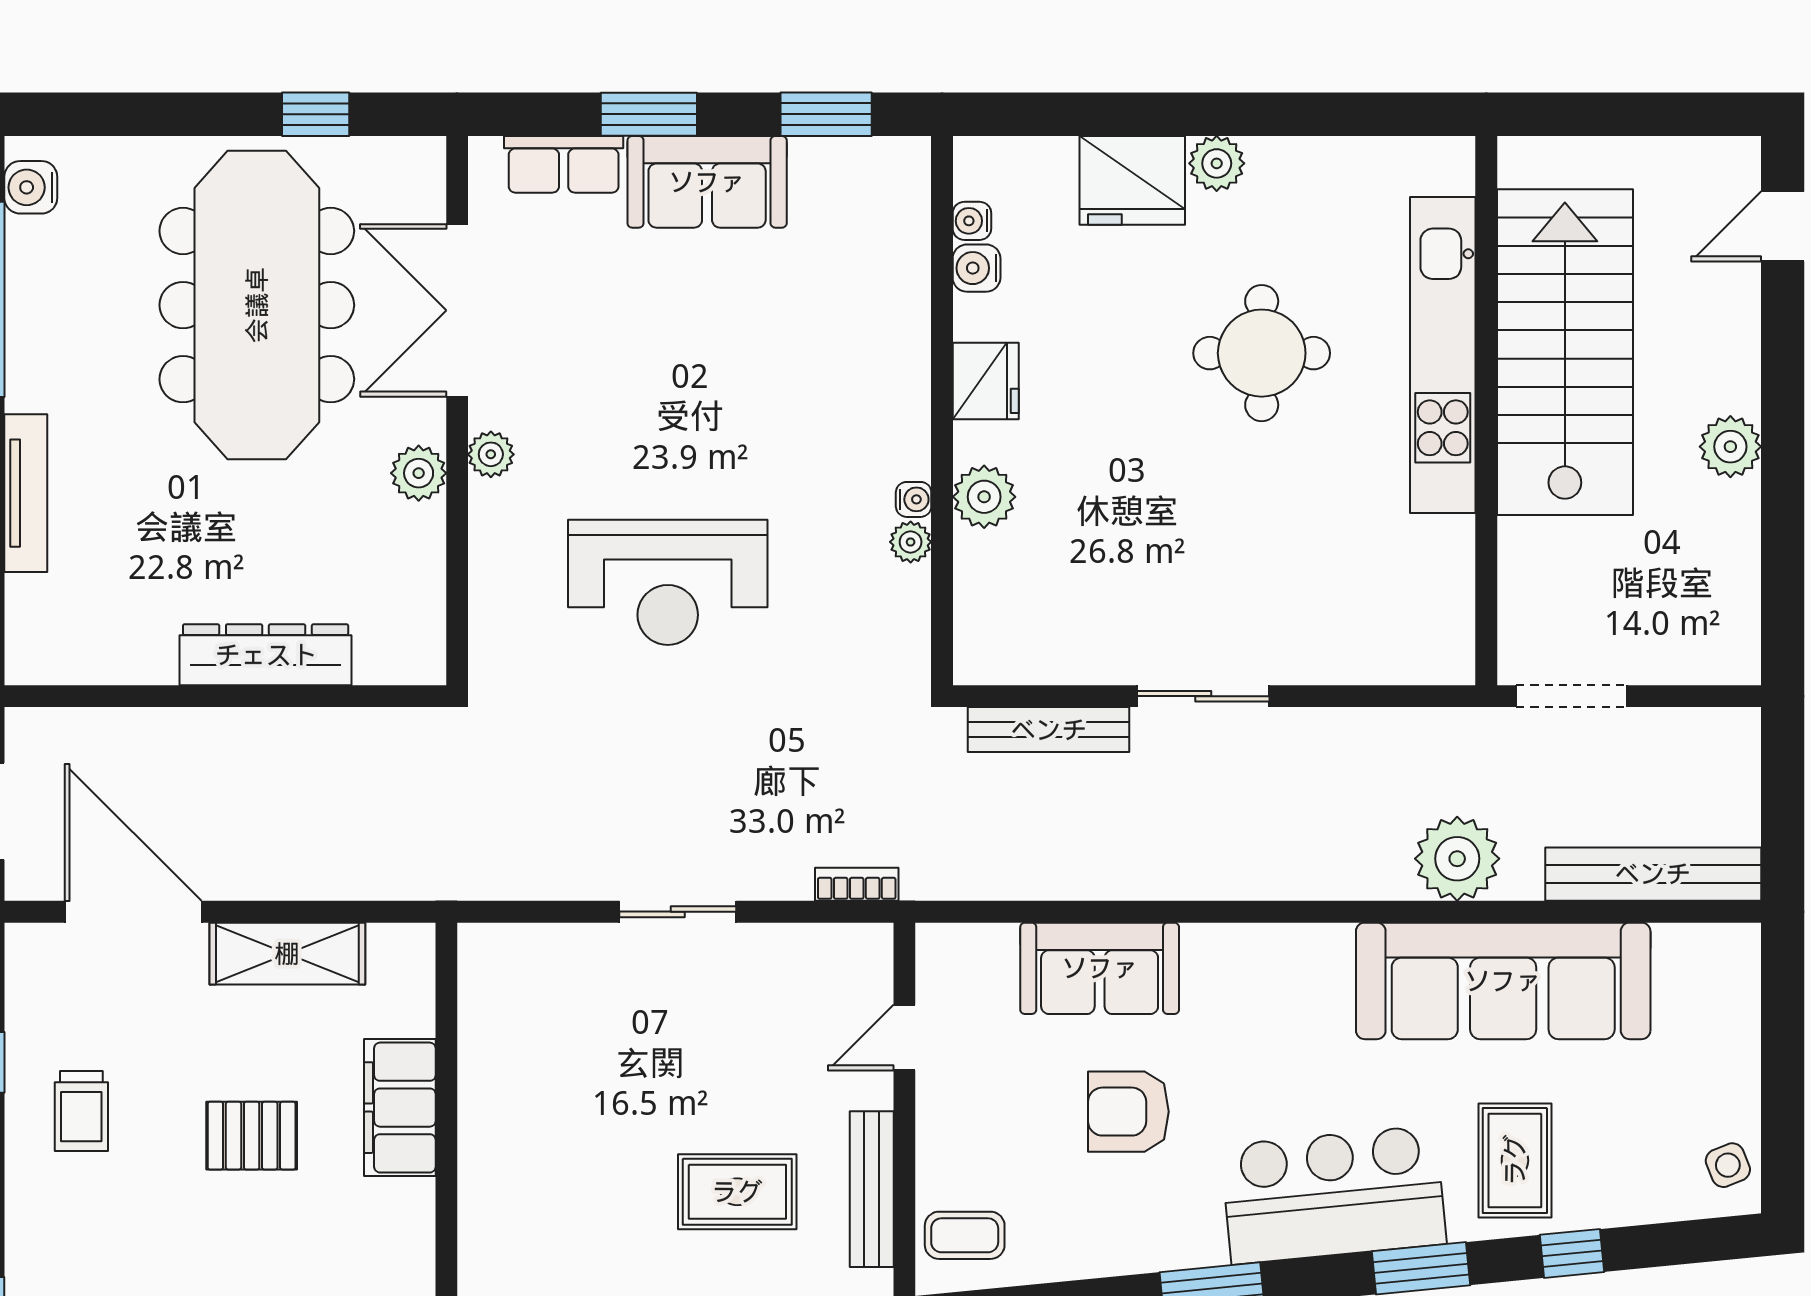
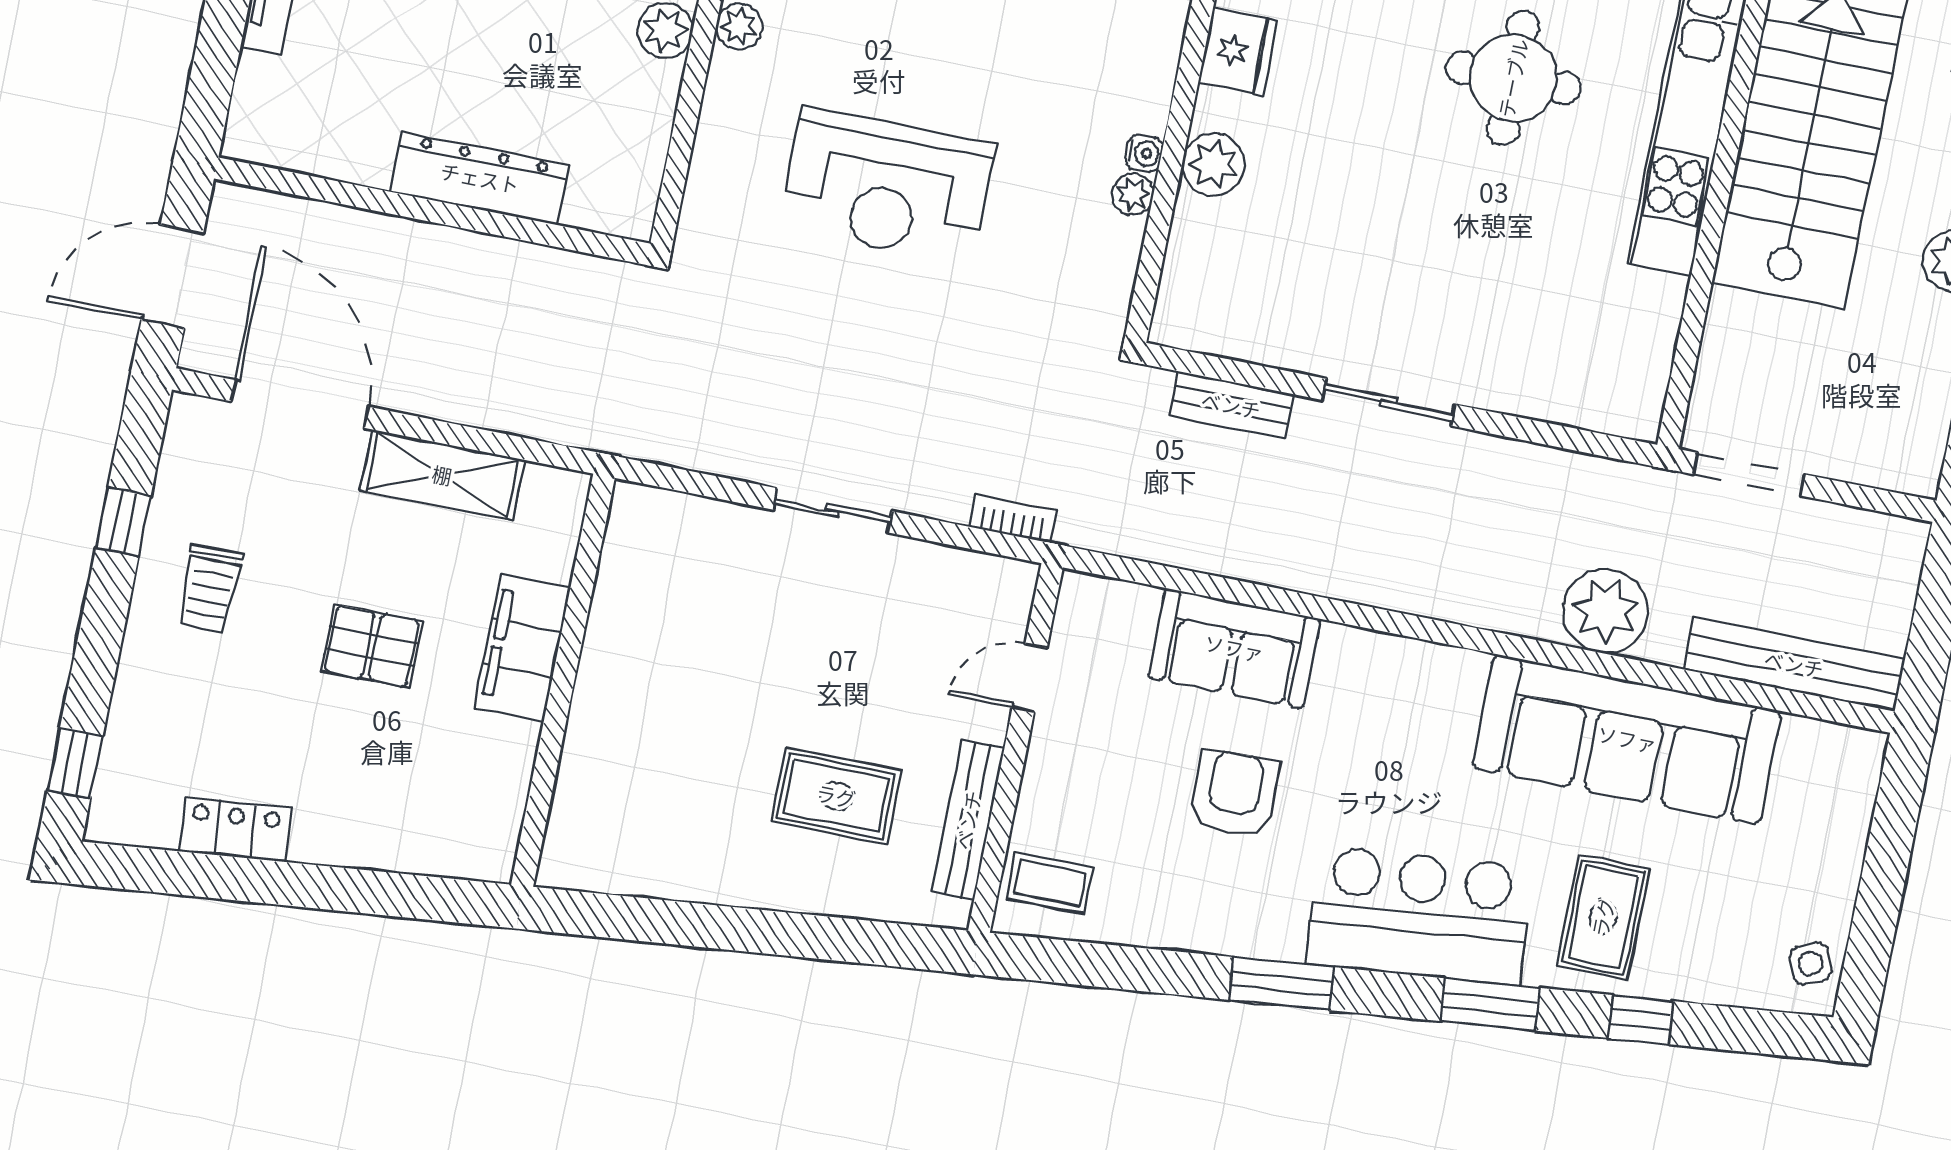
bench: (1049, 730) -> (1231, 405), width x0.73
armchair: (1128, 1112) -> (1234, 794), turned 88

